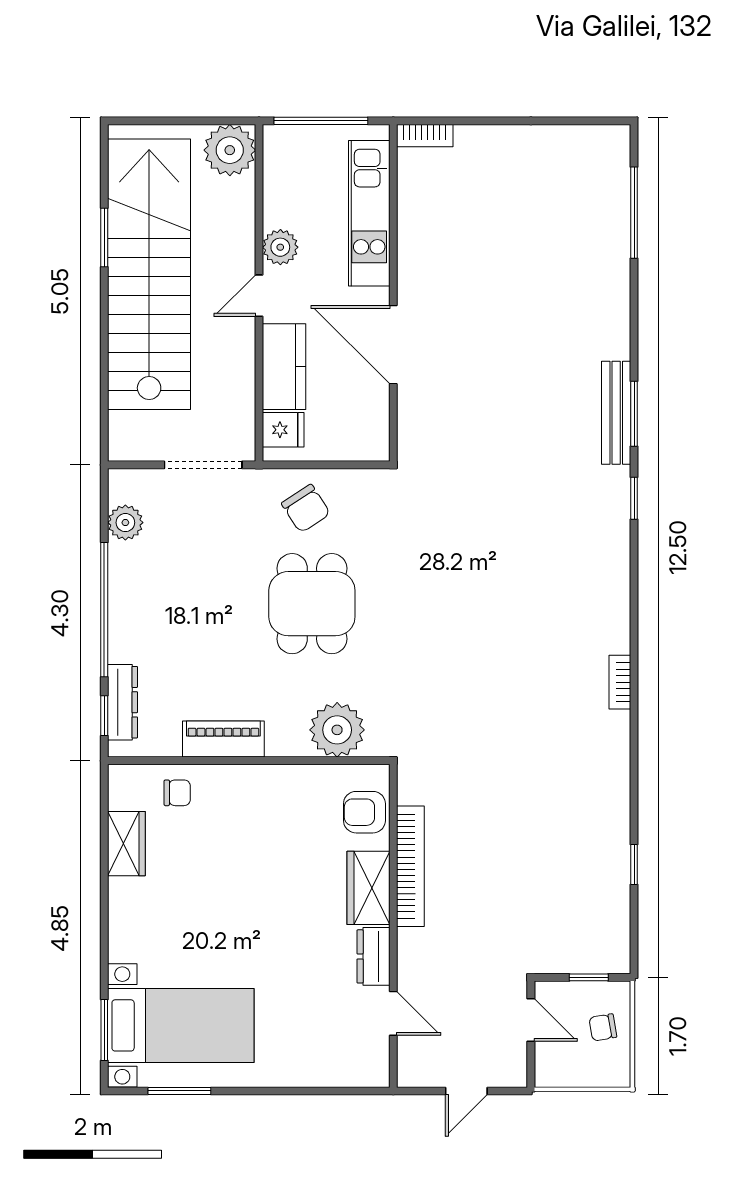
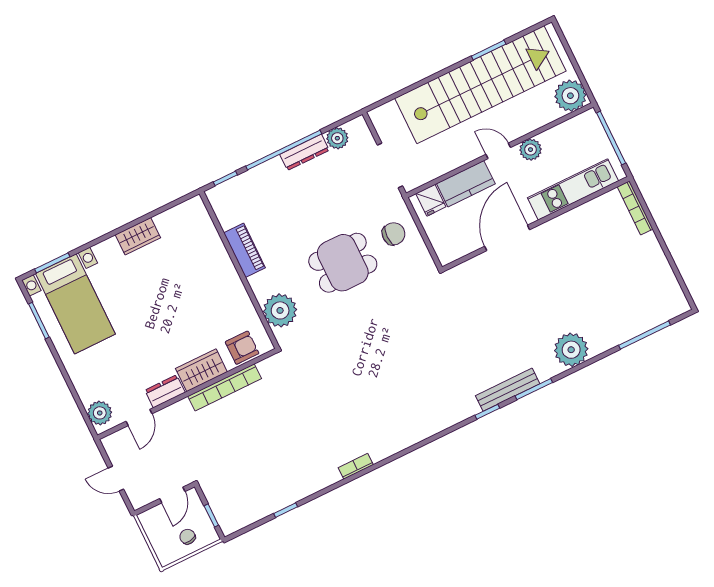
bookcase: (425, 136) -> (635, 208), width x1.56
plant: (603, 331) -> (571, 350), added
bench: (616, 413) -> (508, 390), moved
chair: (306, 509) -> (394, 234), turned -147
bookcase: (620, 682) -> (356, 466), moved
dresser: (123, 702) -> (304, 152), moved
chair: (177, 793) -> (202, 239), removed
armchair: (364, 812) -> (242, 348), turned 90
wardrobe: (126, 844) -> (138, 236), moved
plant: (358, 1068) -> (100, 413), added

